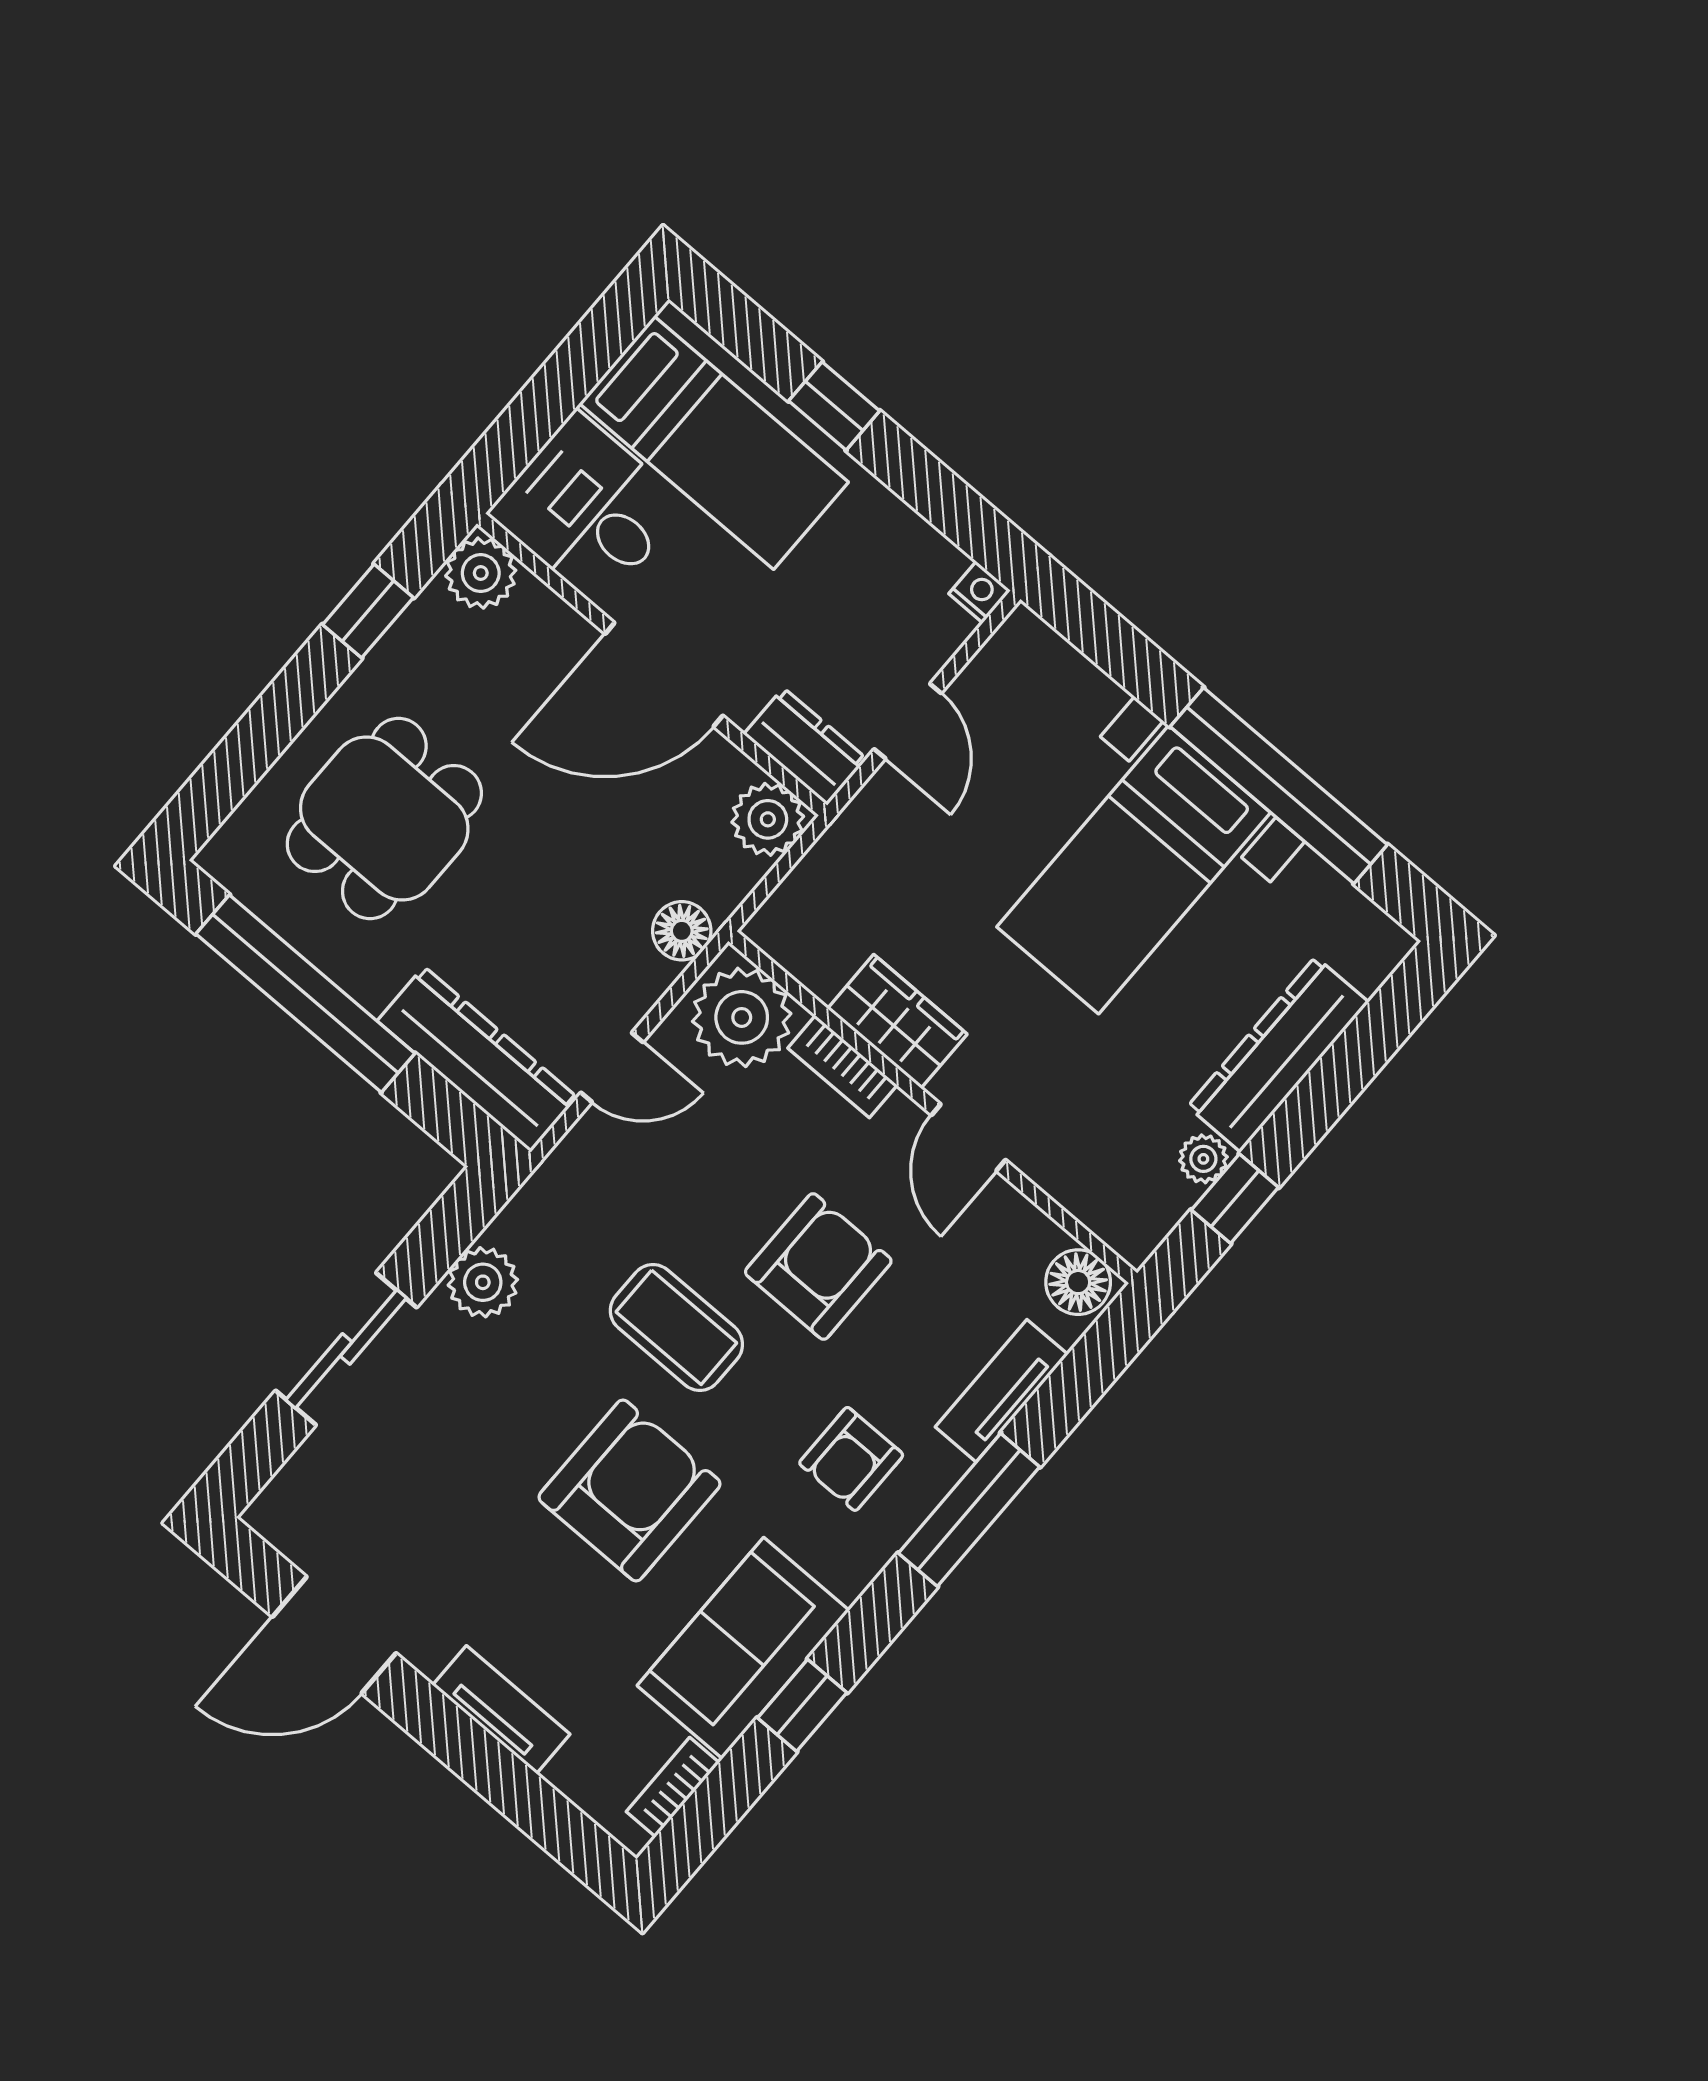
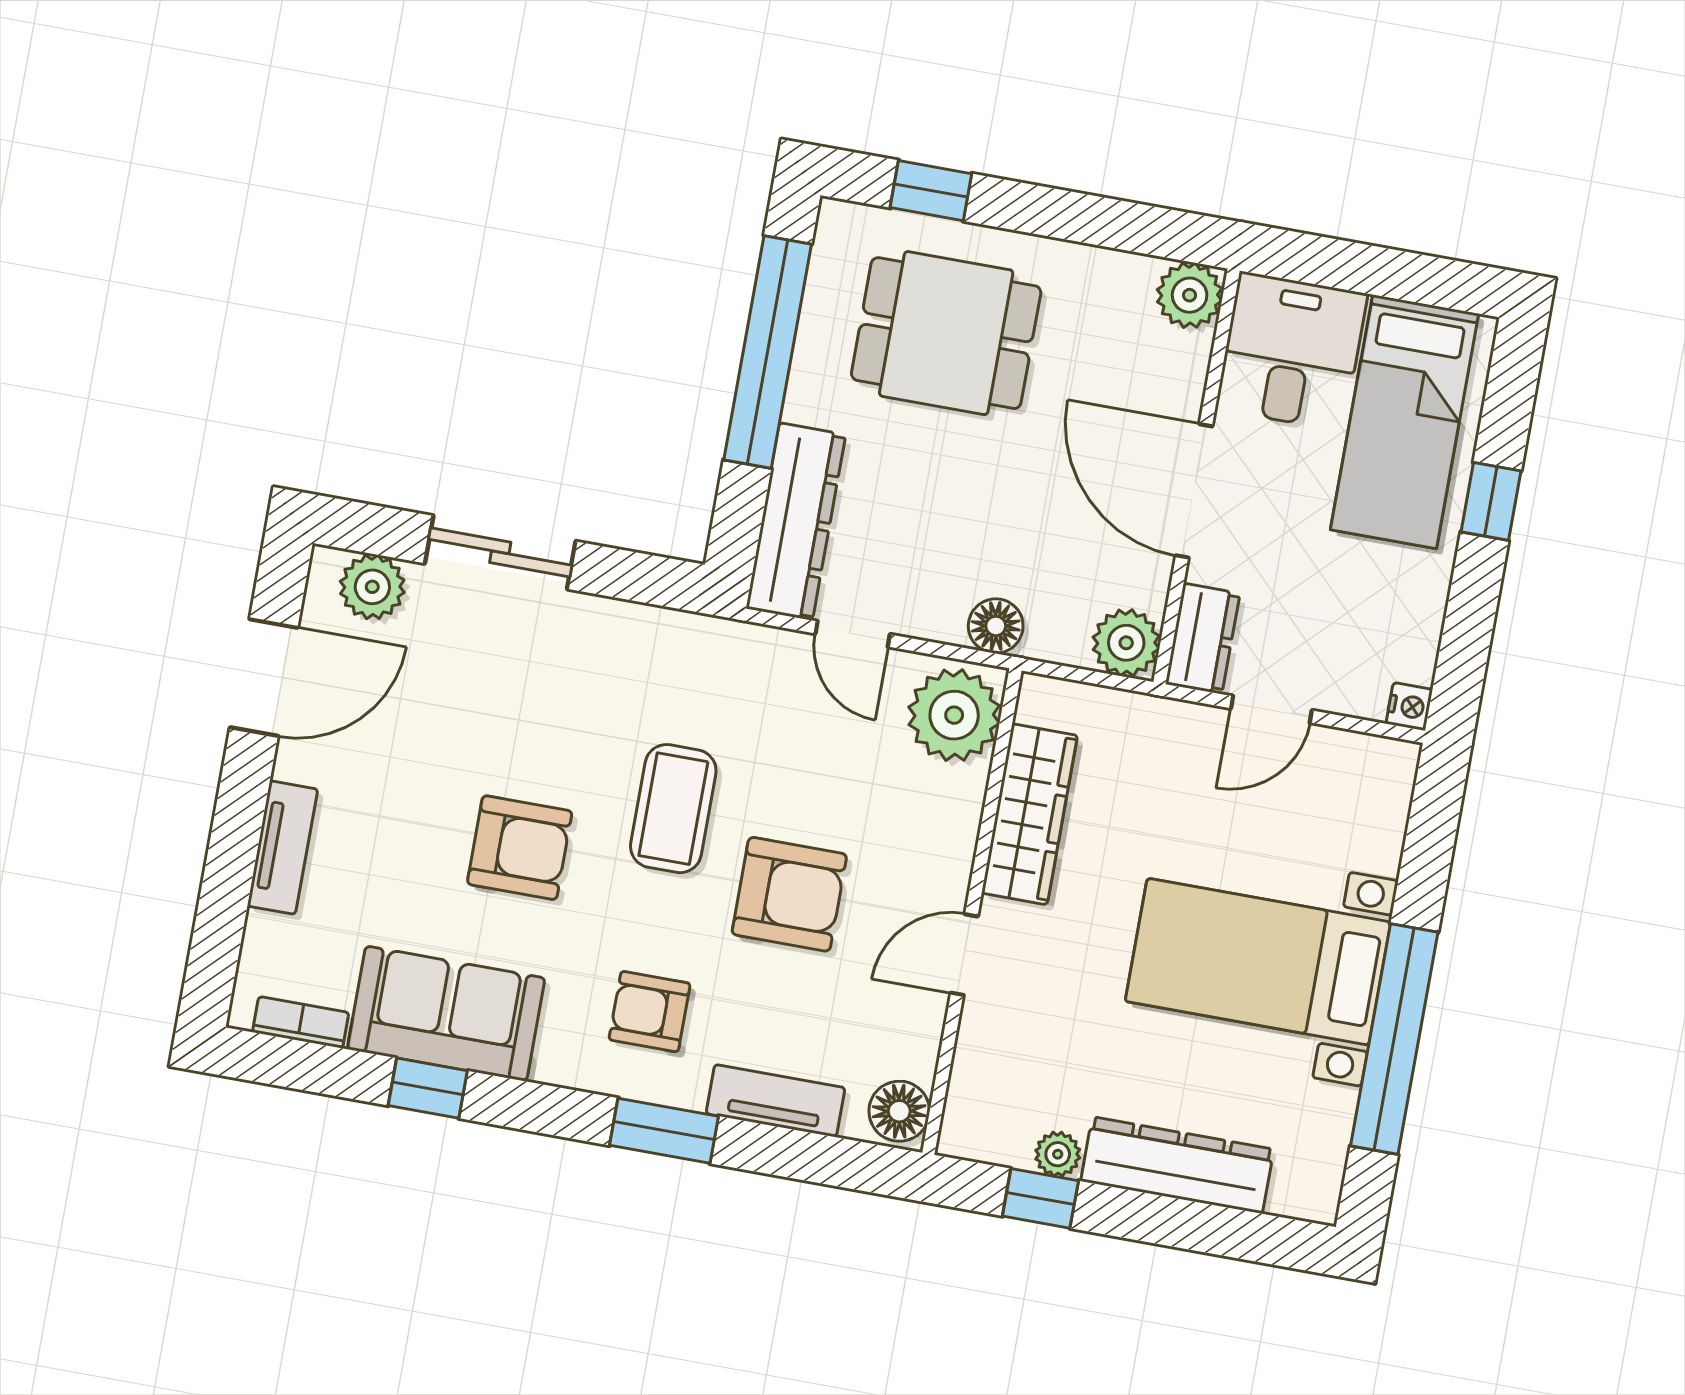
window: (368, 611) -> (931, 191), moved
wardrobe: (897, 1021) -> (1029, 814), width x1.50
bookcase: (842, 1067) -> (962, 820), removed
plant: (483, 1282) -> (372, 587), moved
armchair: (630, 1491) -> (520, 848), width x0.73, depth x0.73
window: (969, 1510) -> (664, 1131), width x0.69
door: (334, 1635) -> (264, 677), swing flipped

